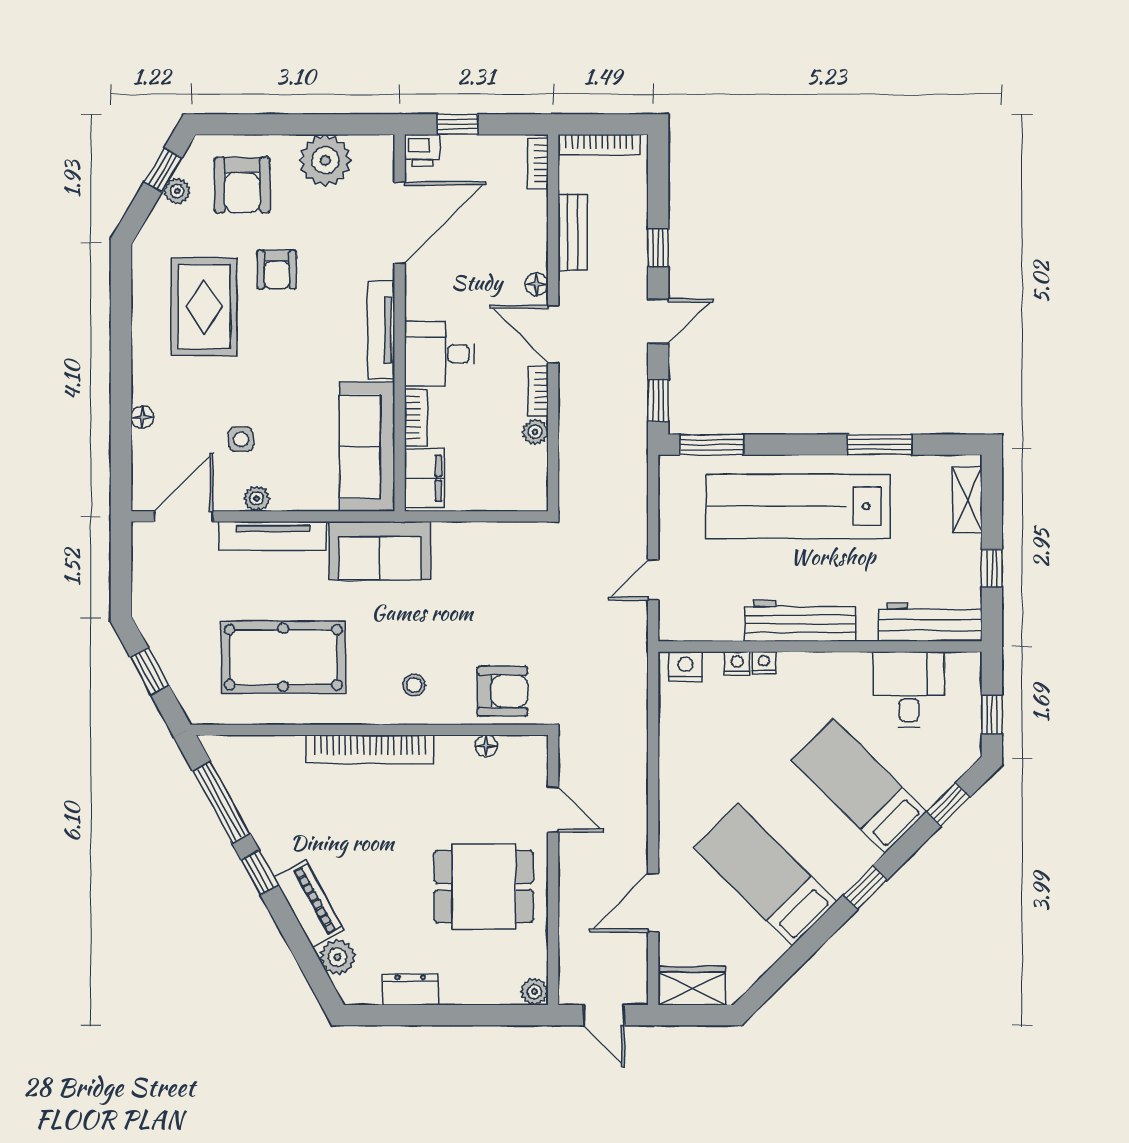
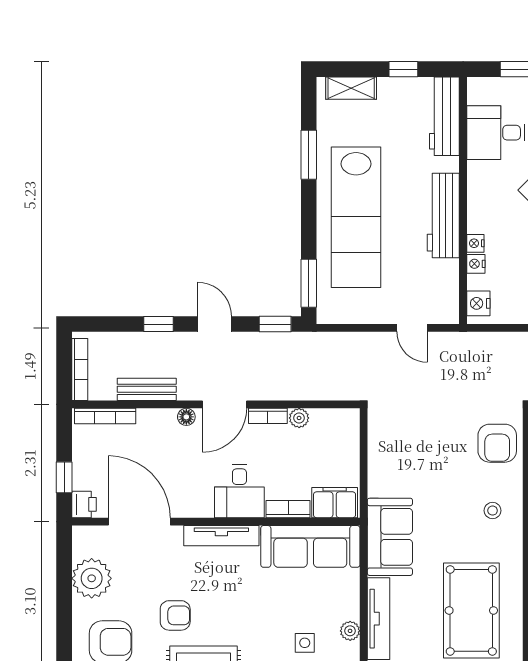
bookcase: (538, 163) -> (105, 416), width x1.56
armchair: (502, 691) -> (497, 443), turned 180

